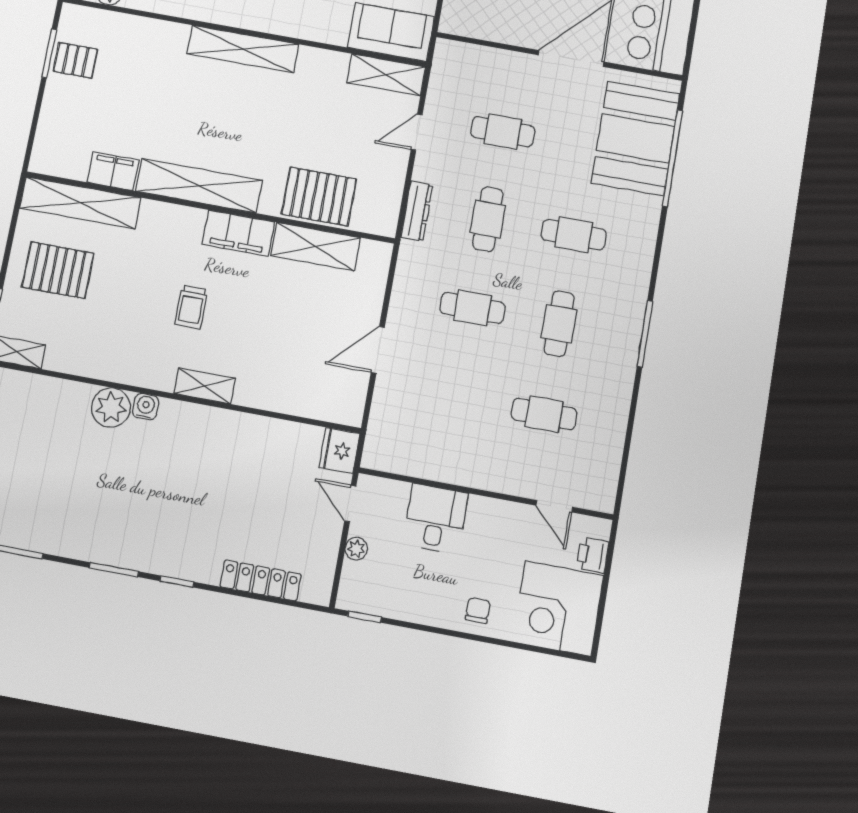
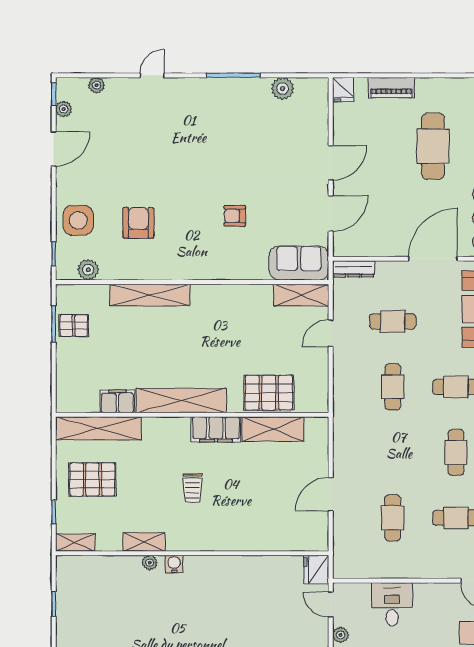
shelving: (243, 49) -> (150, 295), moved
dresser: (417, 211) -> (354, 269), moved, turned 90
cafe table: (472, 308) -> (393, 518), moved, turned 90
shelving: (204, 386) -> (144, 542), moved
plant: (111, 408) -> (150, 563), width x0.53, depth x0.53

